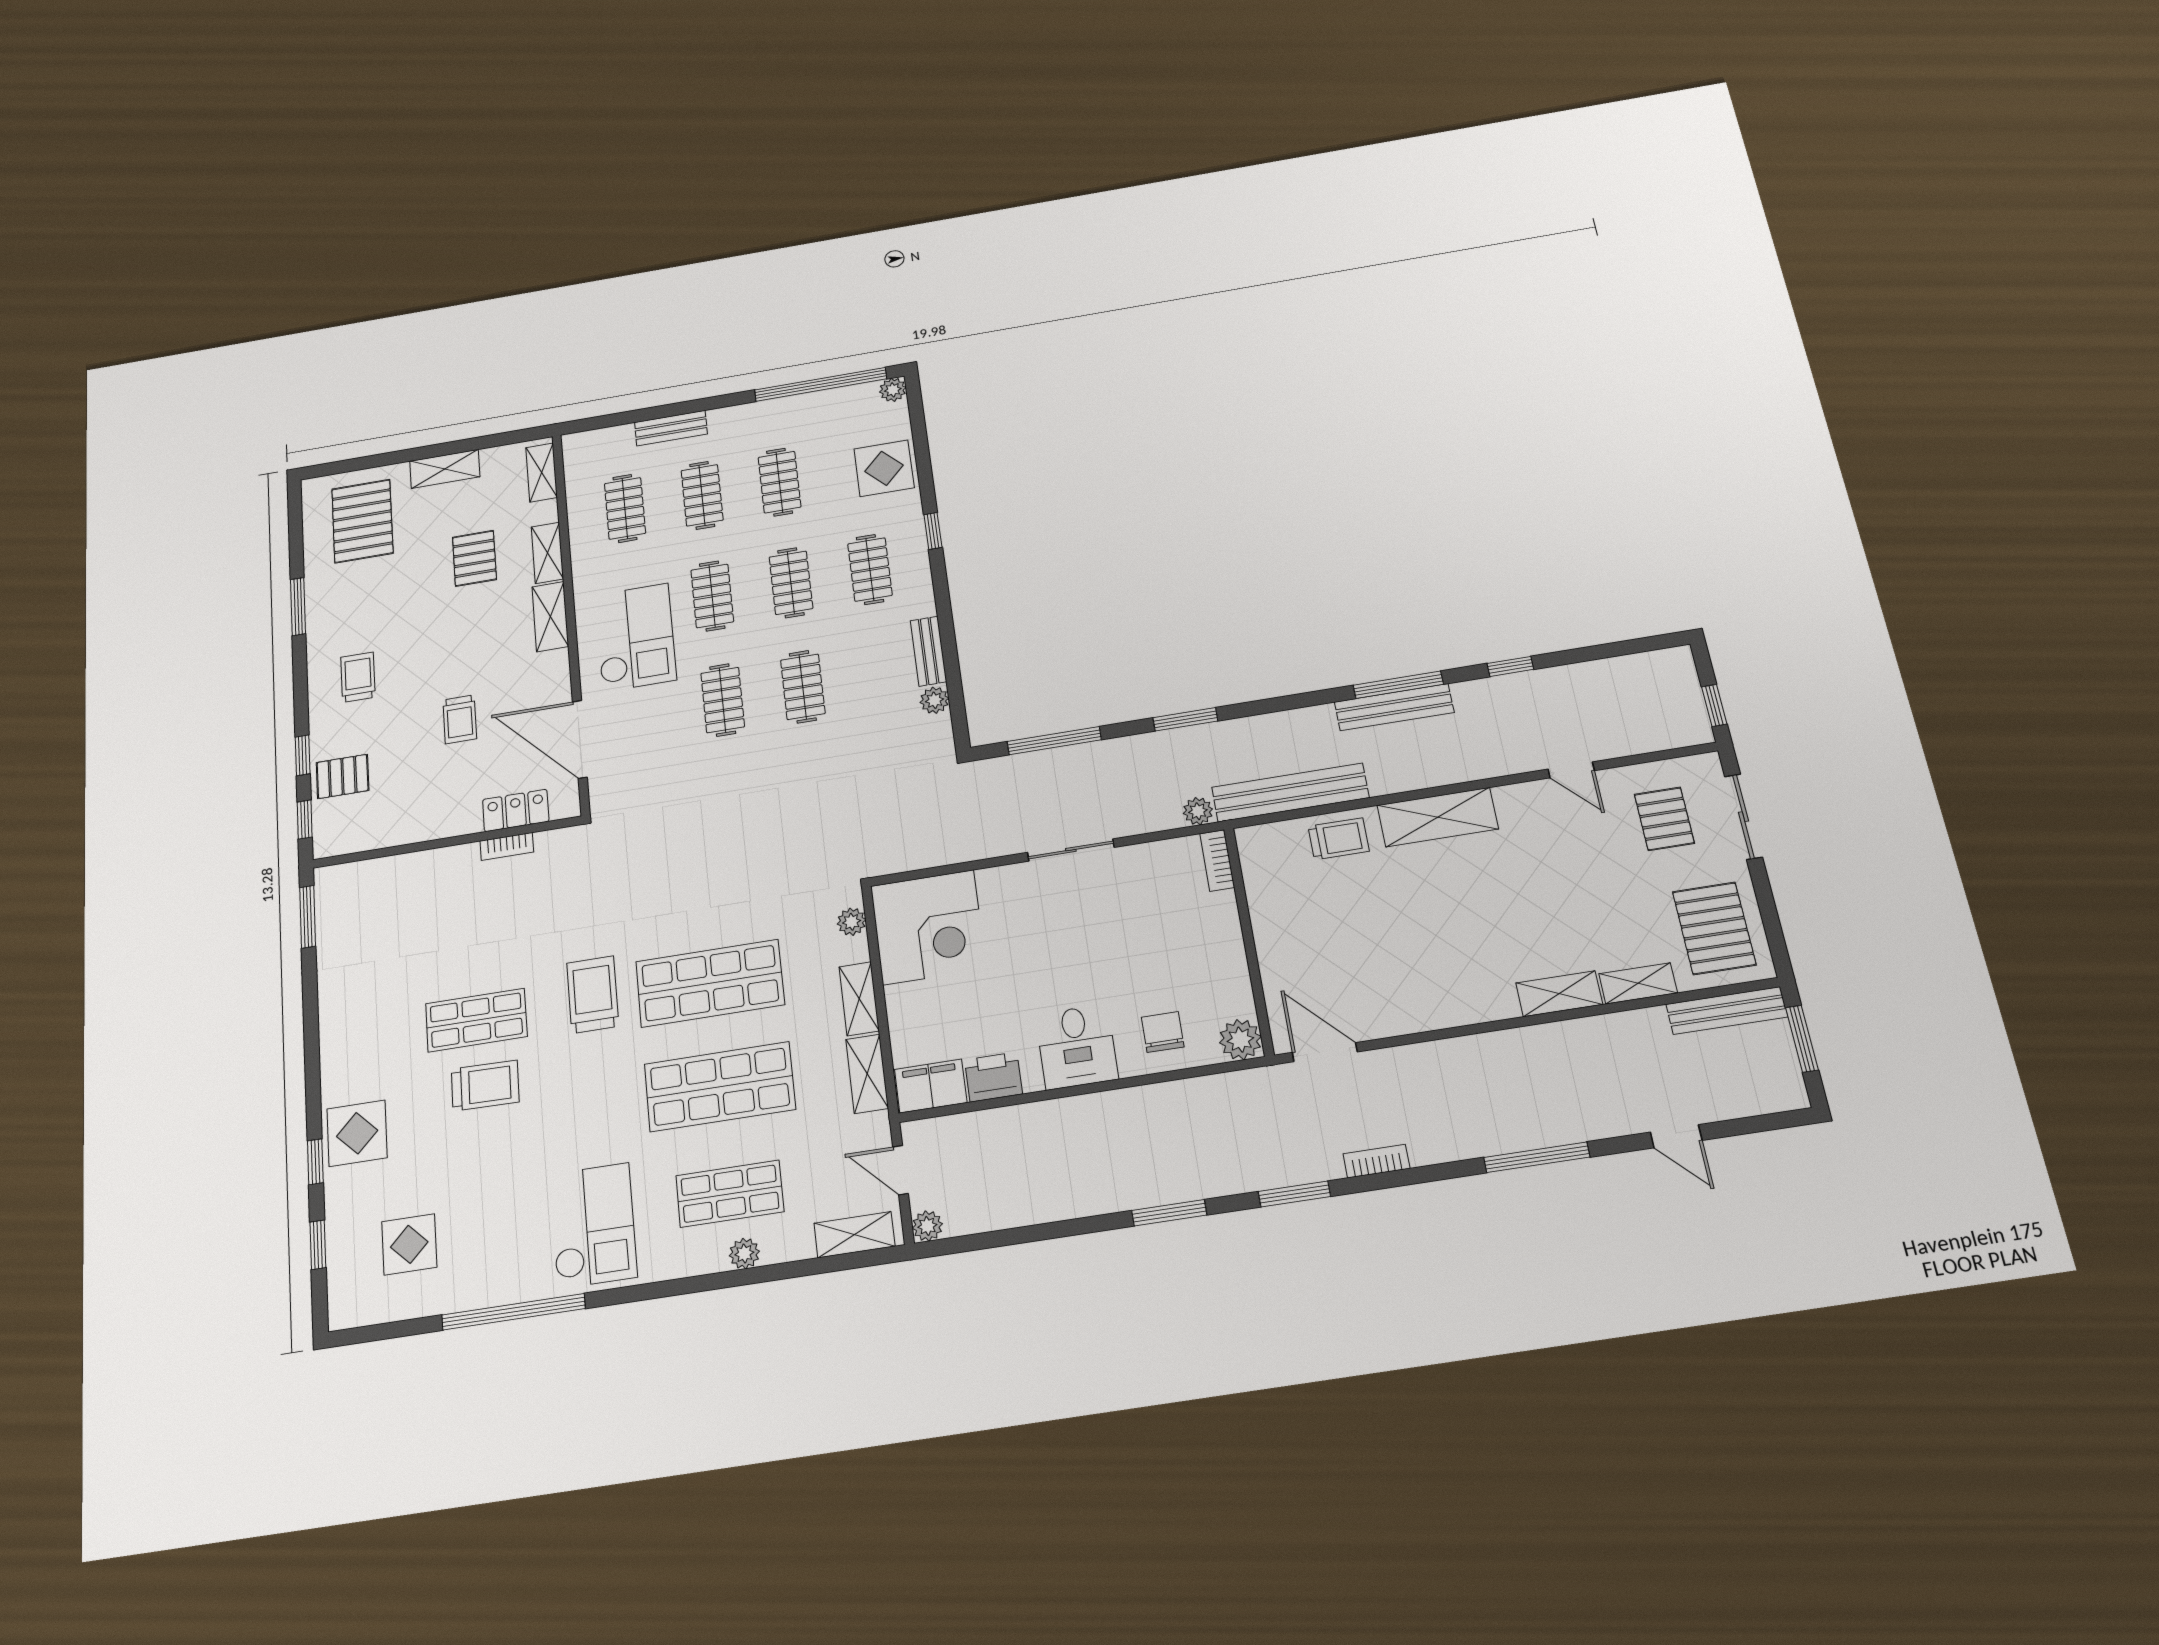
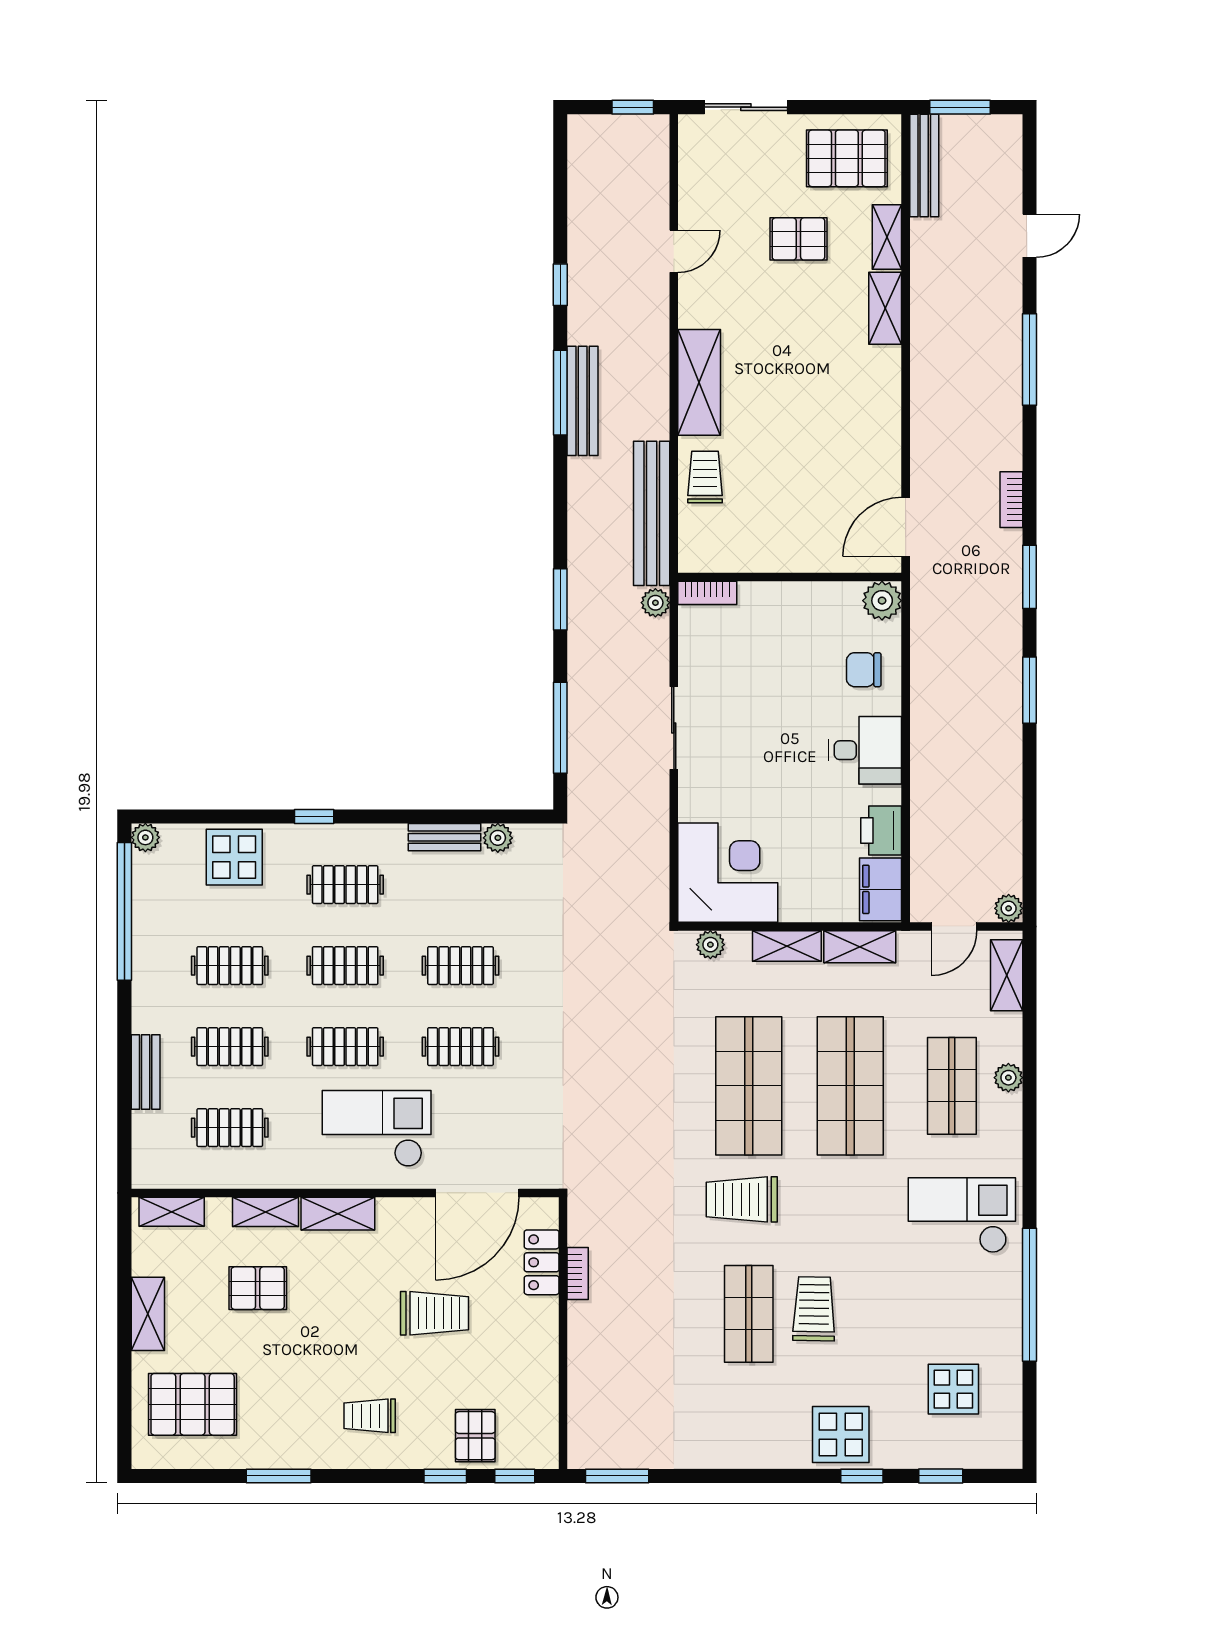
trolley: (460, 719) -> (434, 1313), width x1.36, depth x1.39
pallet: (1664, 819) -> (798, 239), moved

